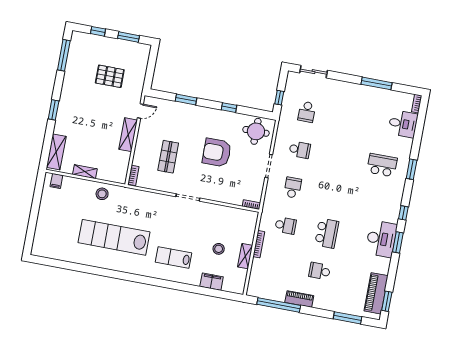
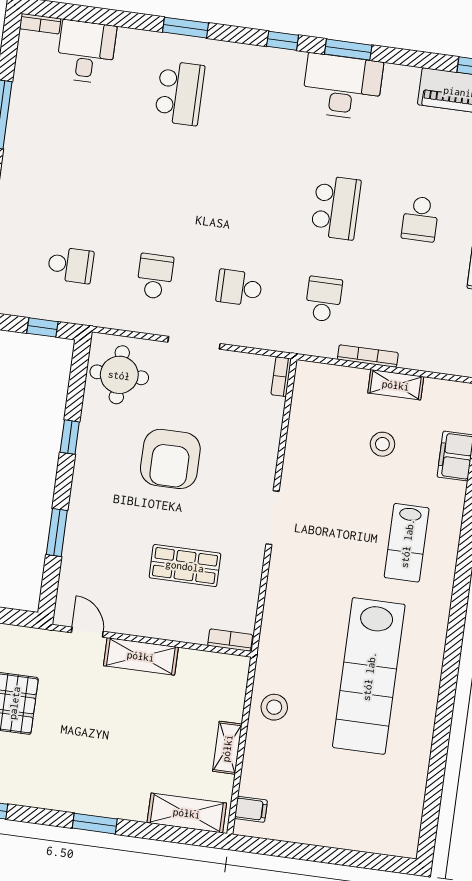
school desk: (382, 165) -> (180, 93), turned 180
school desk: (327, 233) -> (336, 208), turned 90

